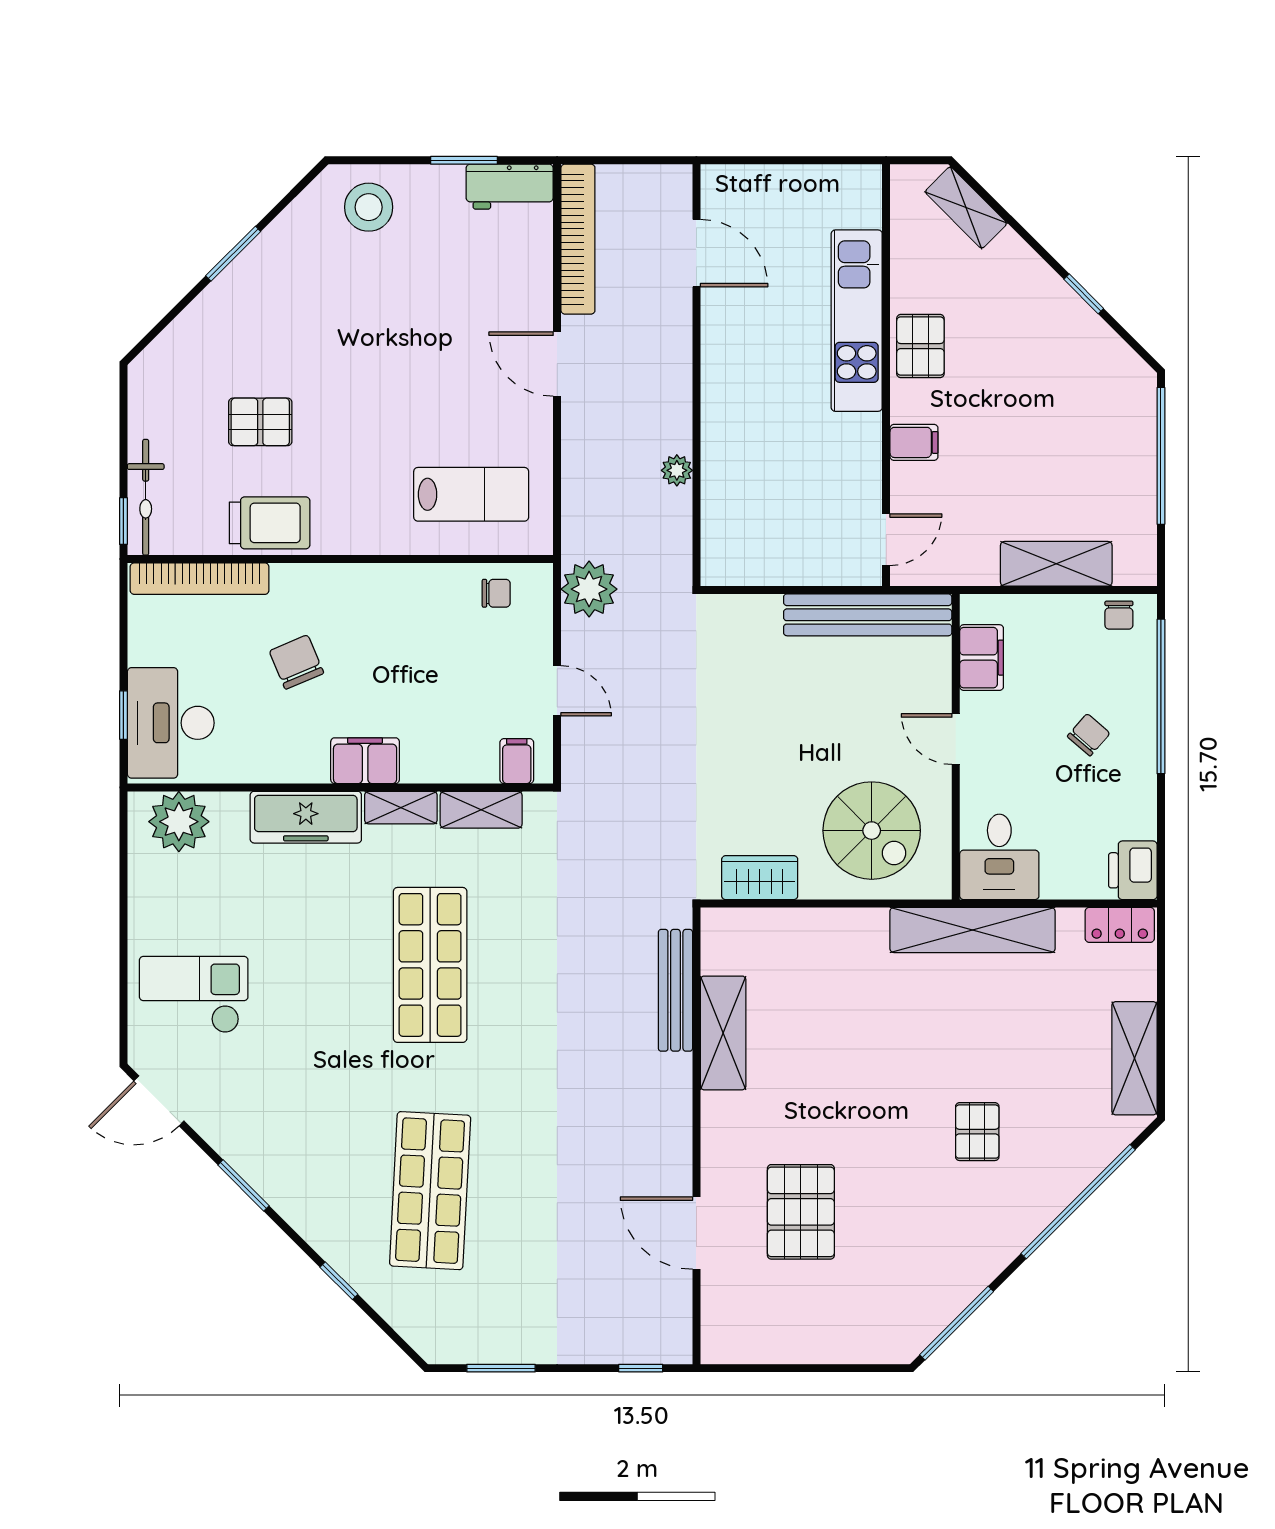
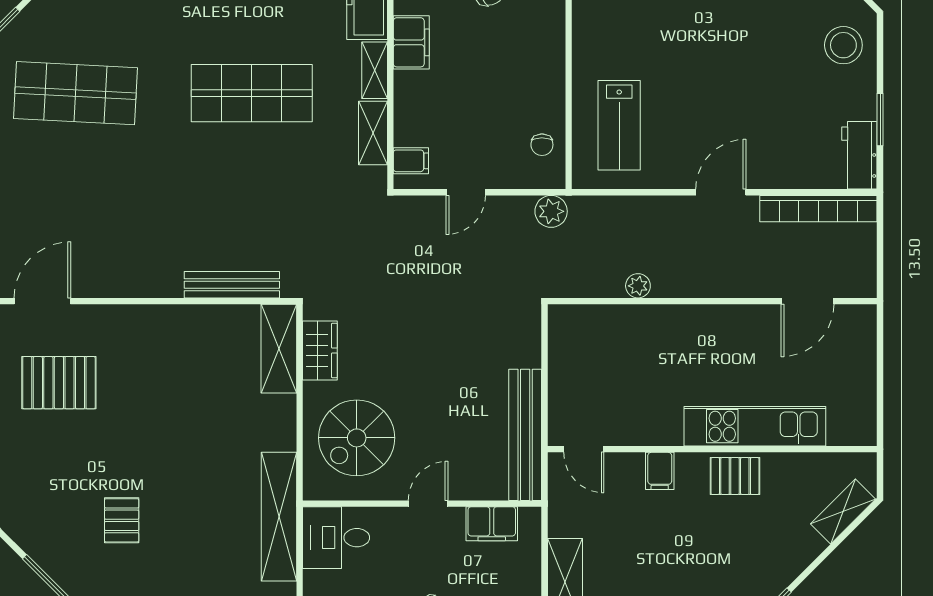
plant: (589, 589) -> (551, 211), width x0.73, depth x0.73
shelving: (723, 1033) -> (279, 349), moved, turned 90
pallet: (977, 1132) -> (122, 520), turned 90

